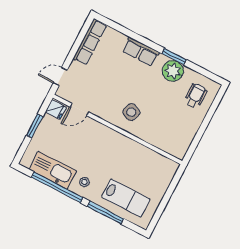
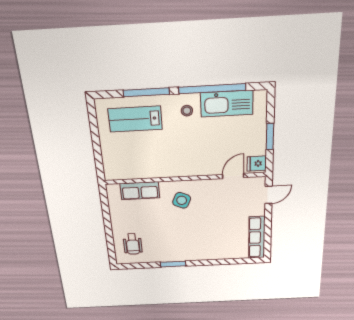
row of seats: (141, 52) -> (140, 191), moved, turned 180
plant: (173, 71) -> (167, 253), removed

